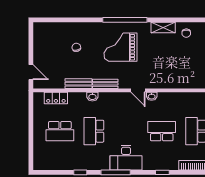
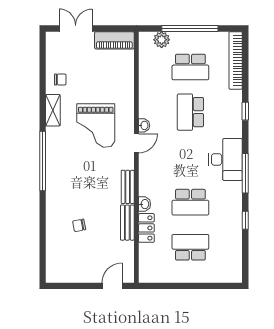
grand piano: (120, 47) -> (96, 126), moved
locker: (56, 98) -> (146, 228), moved
school desk: (60, 131) -> (190, 247), turned -90

